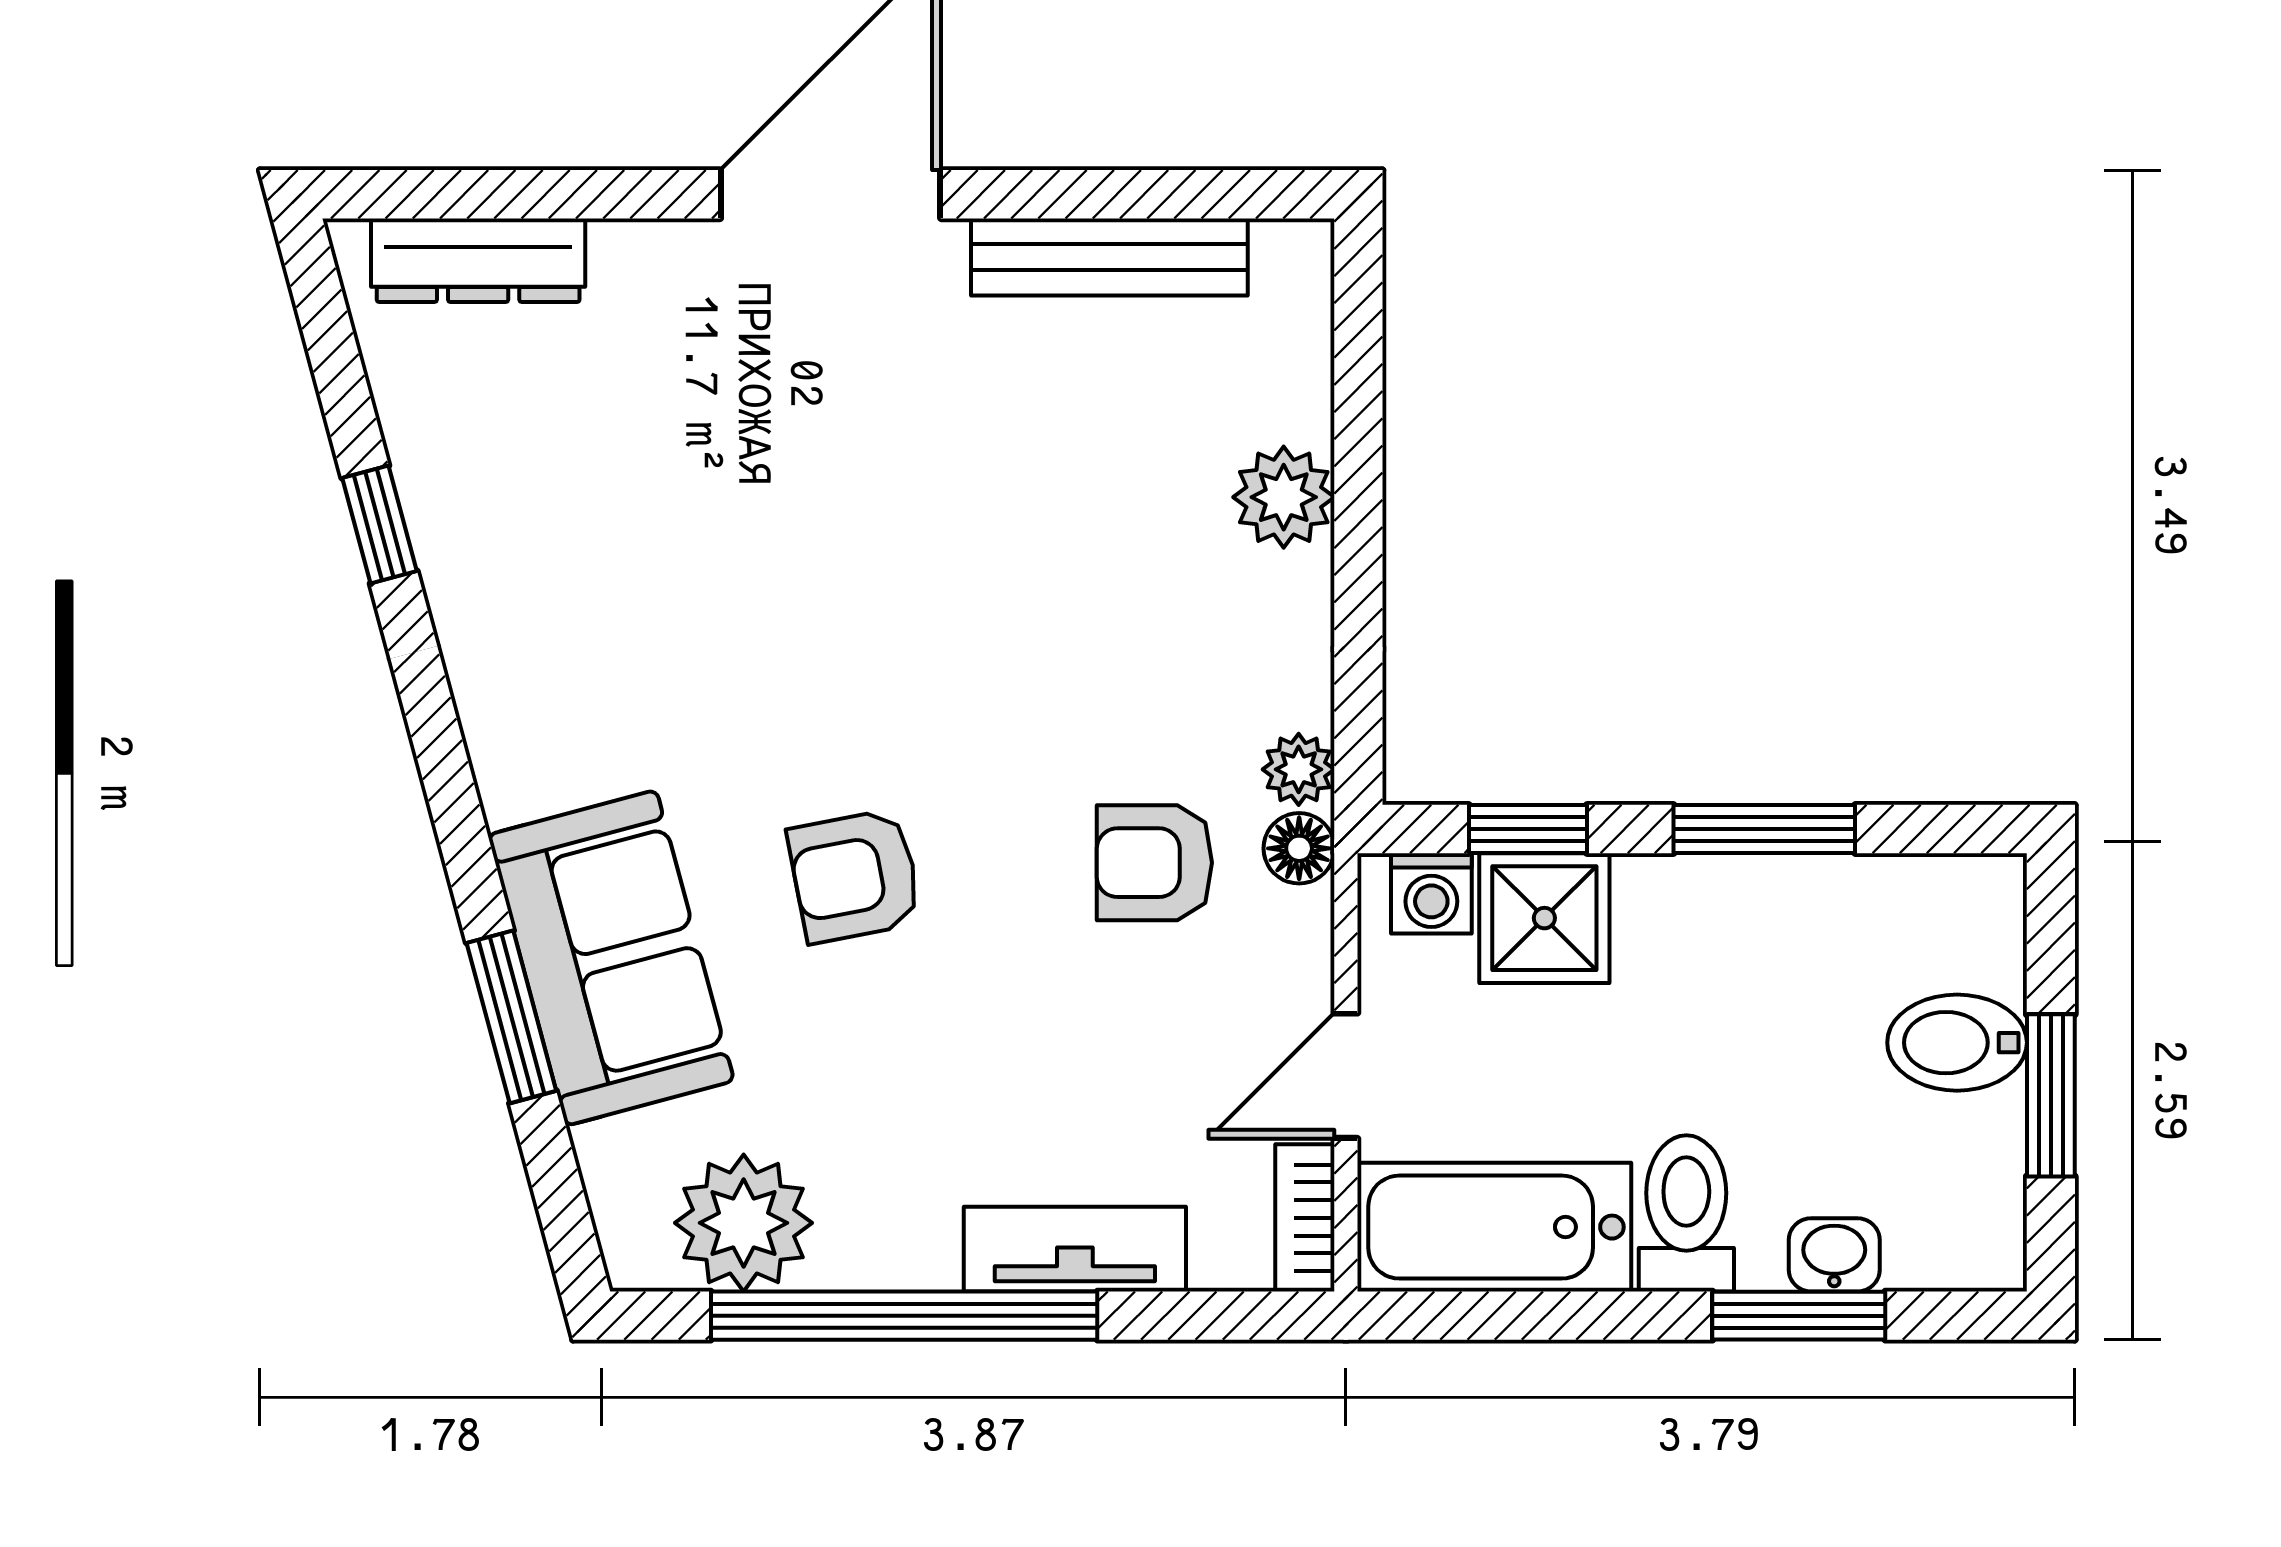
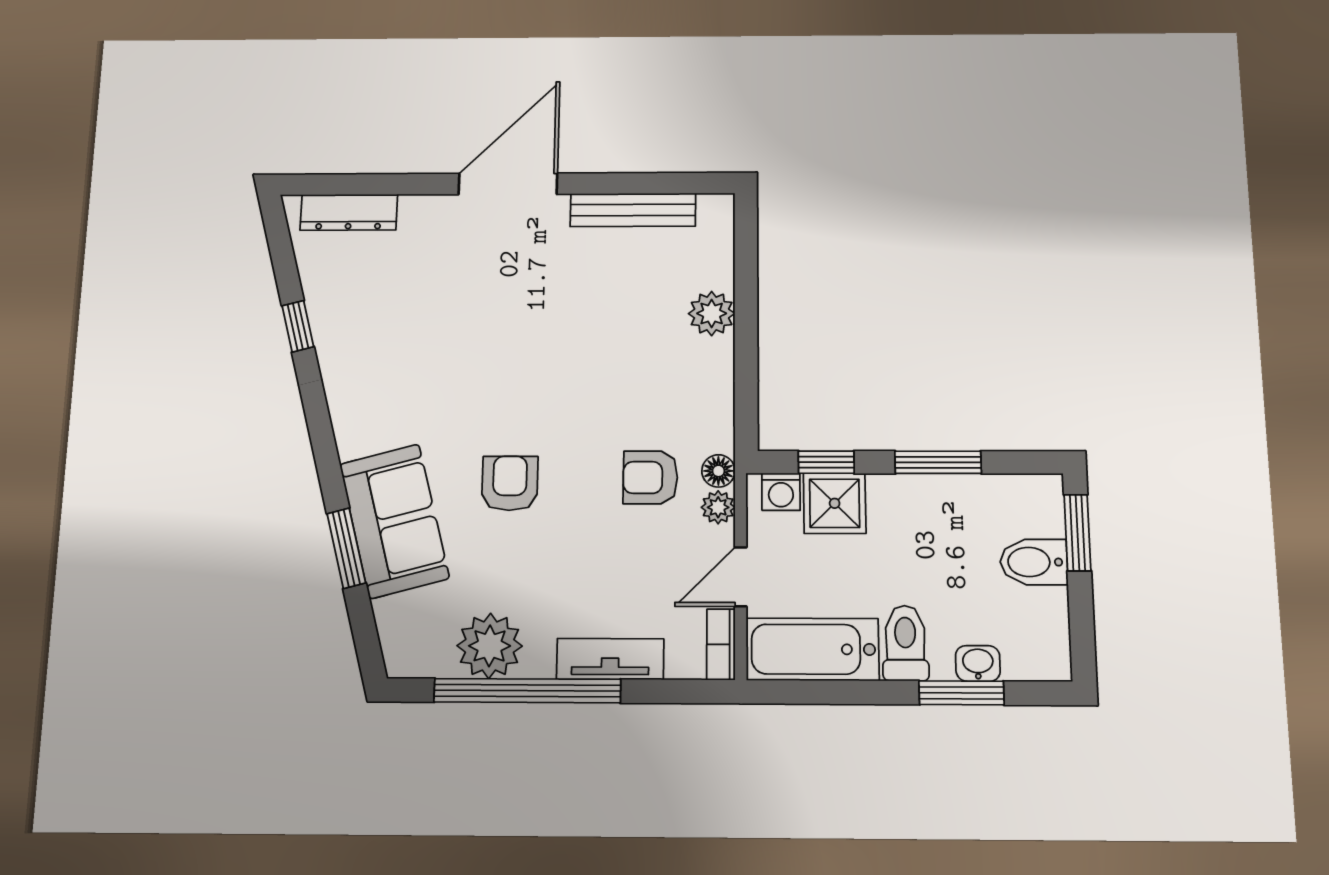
plant: (1299, 769) -> (718, 507), moved
armchair: (855, 876) -> (510, 483), turned 101
window: (2051, 1095) -> (1077, 533), moved
plant: (744, 1223) -> (490, 646), moved

